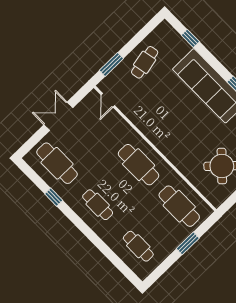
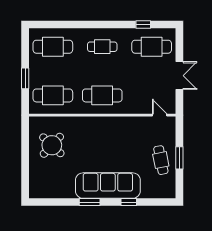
window: (190, 38) -> (129, 202), moved
window: (111, 64) -> (179, 158), moved
window: (54, 197) -> (143, 25), moved
cafe table: (138, 246) -> (53, 47), width x1.37, depth x1.35

